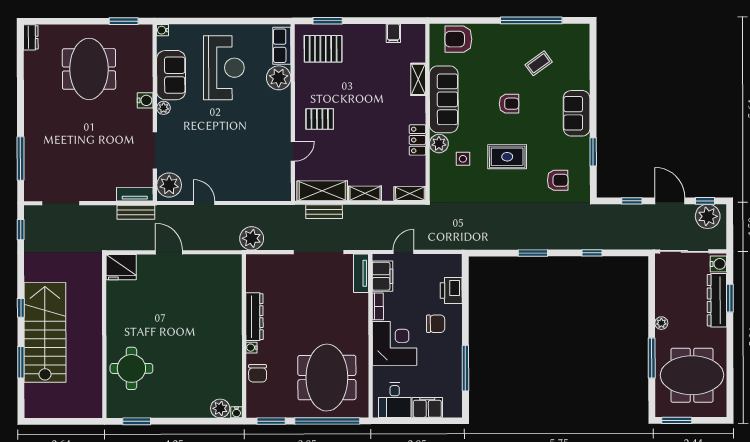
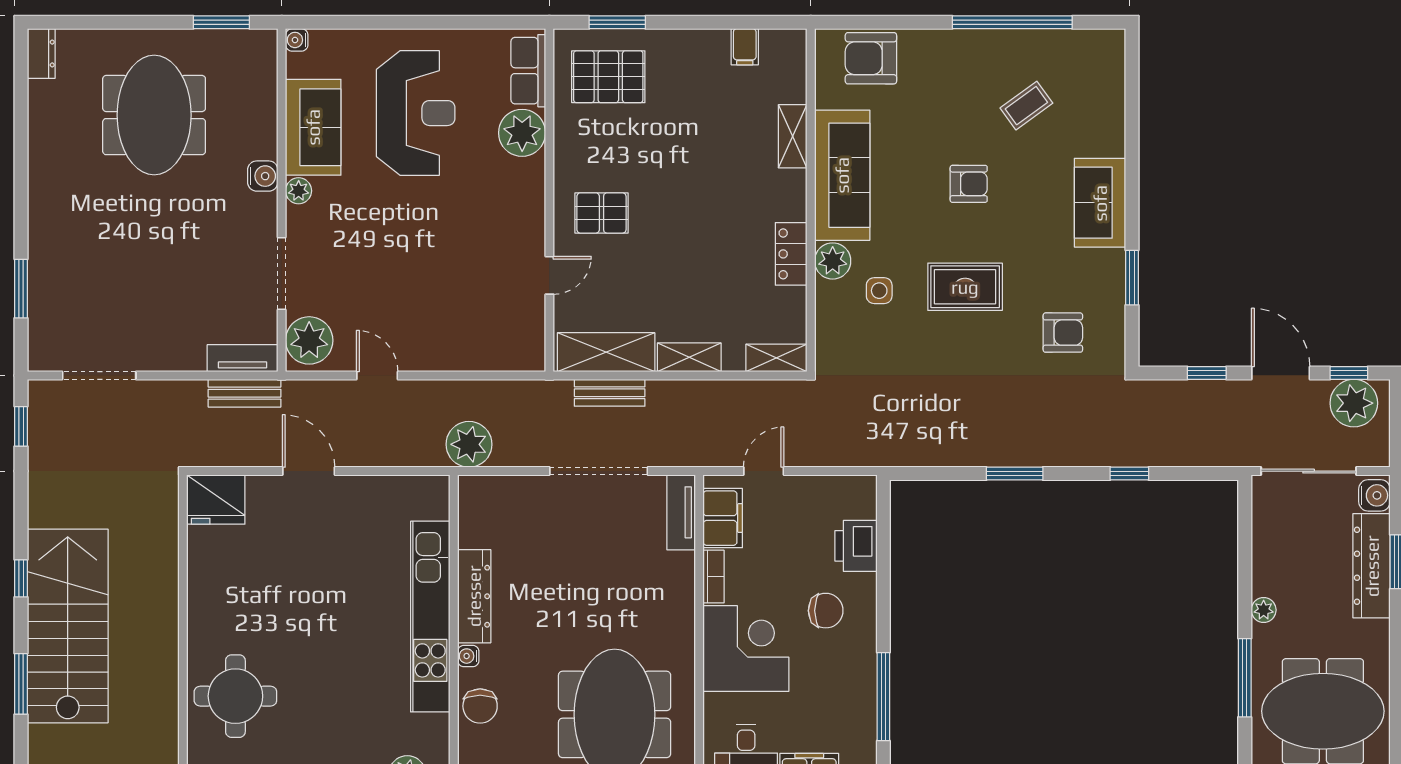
window: (21, 159) -> (21, 289), width x0.69
kitchen unit: (232, 327) -> (430, 617), added

